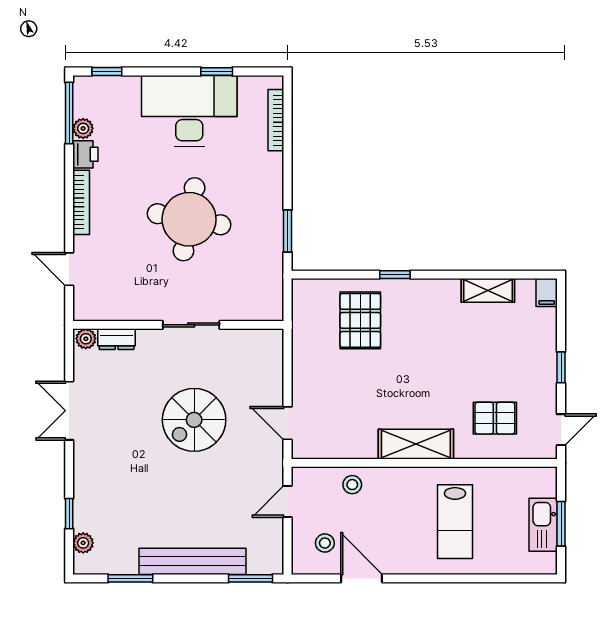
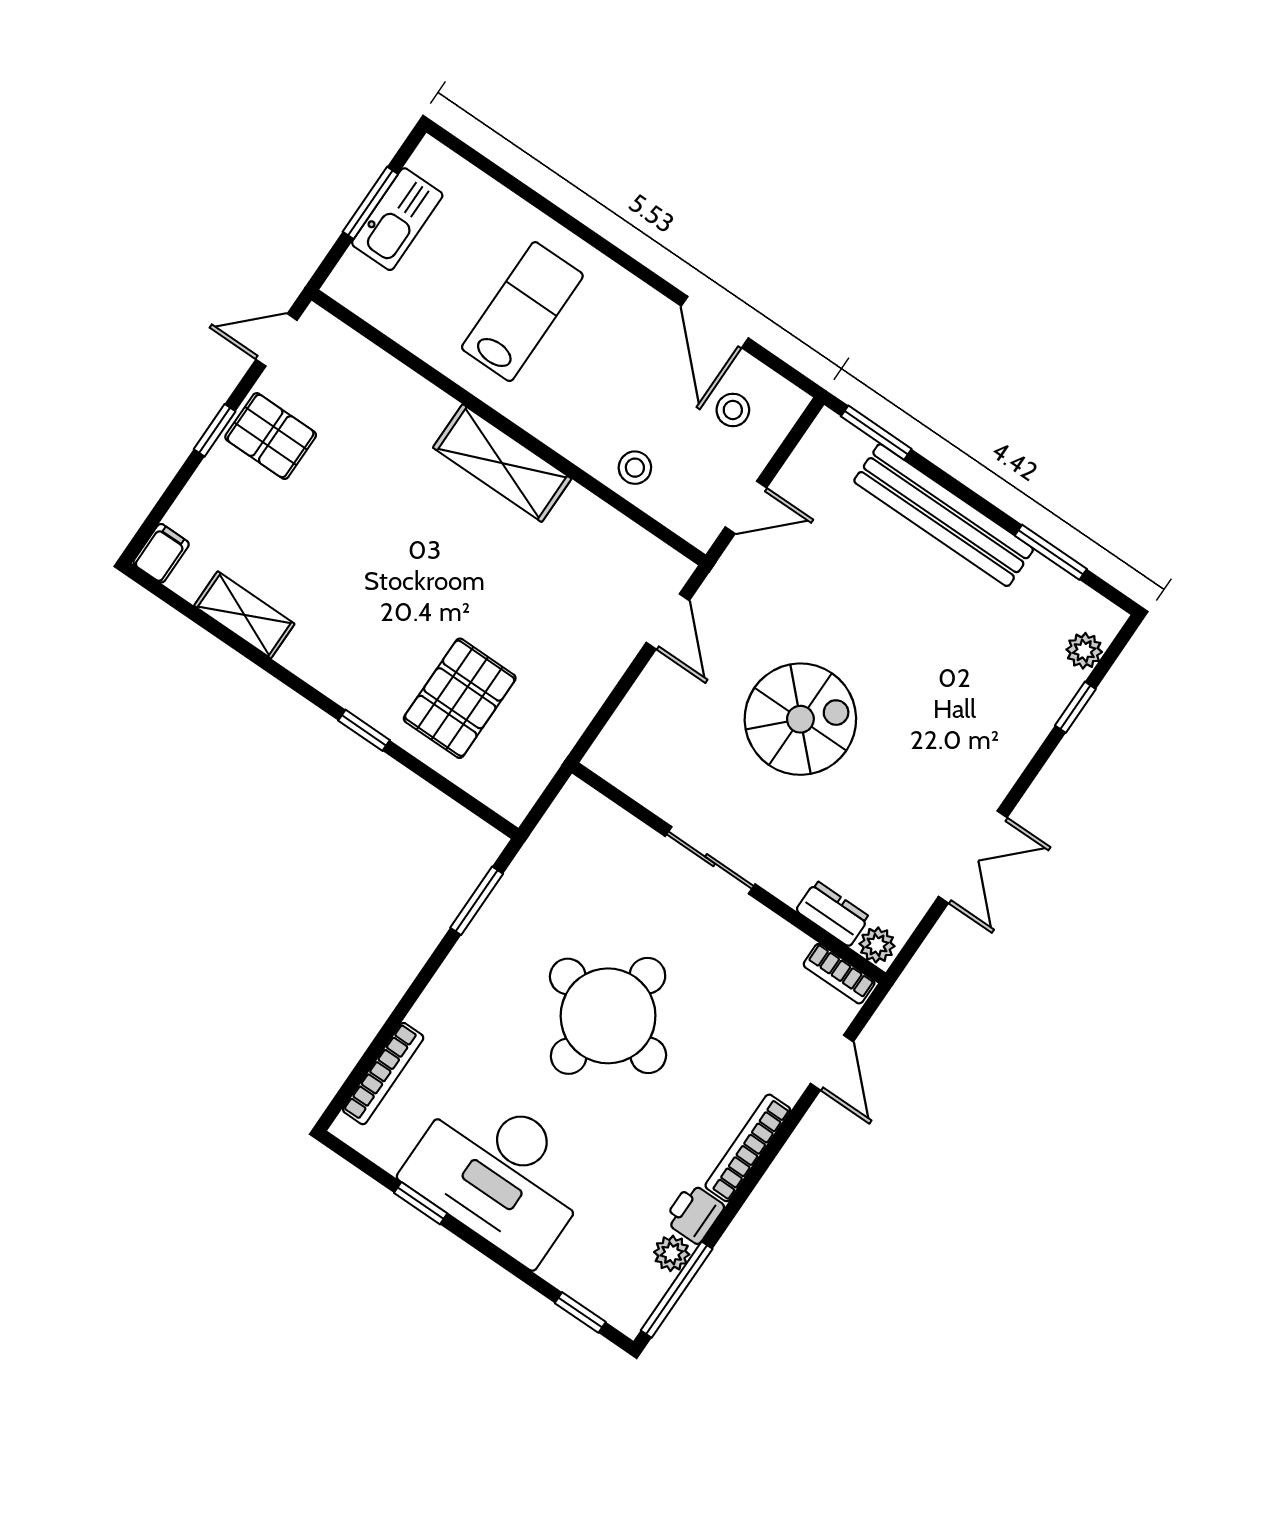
bookcase: (94, 313) -> (839, 974), added
pallet: (495, 418) -> (271, 436), moved

